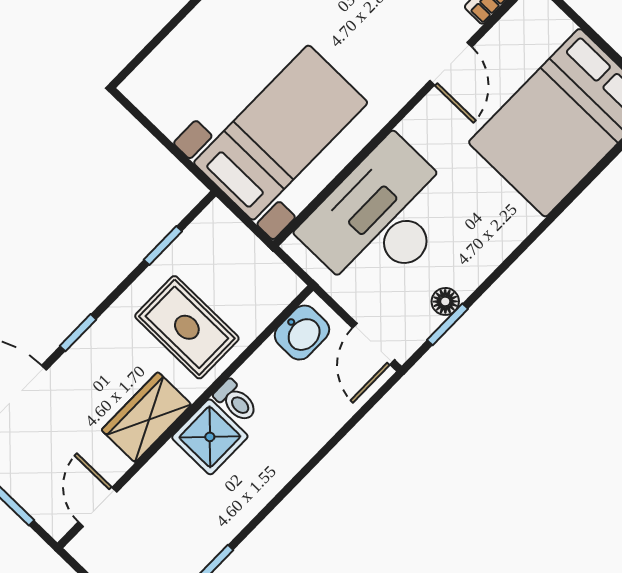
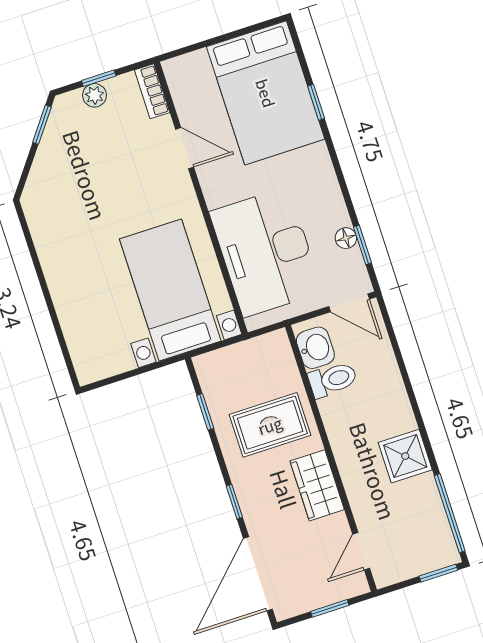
window: (582, 186) -> (316, 102), added
toilet: (236, 401) -> (333, 380), moved, width x1.37, depth x1.39
shower: (210, 437) -> (405, 456), moved
door: (98, 507) -> (361, 551), hinge flipped

